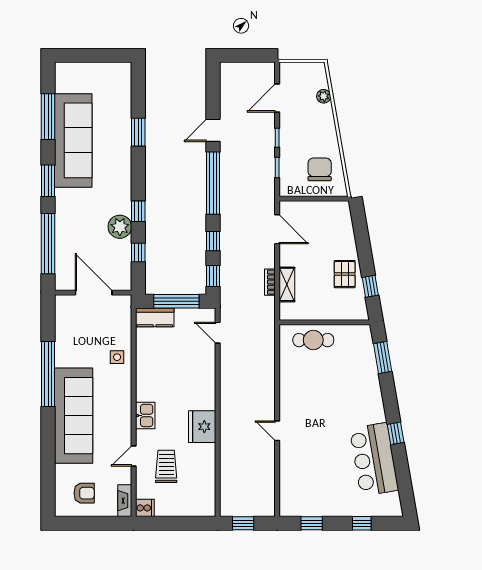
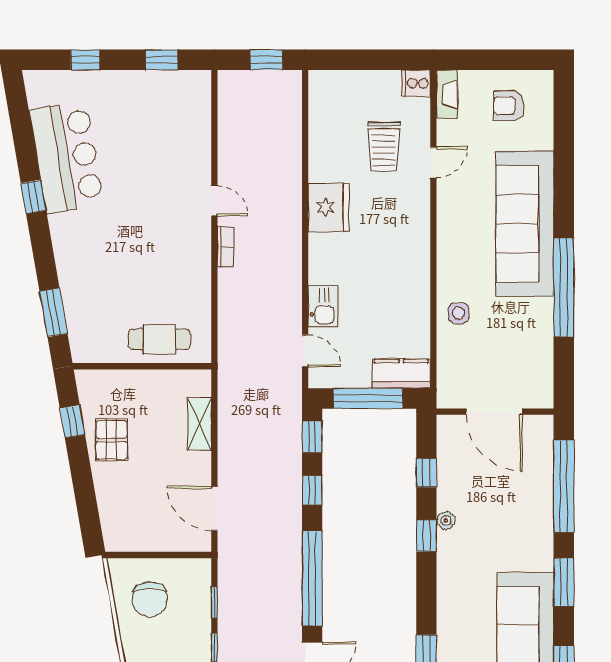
plant: (120, 227) -> (446, 520), width x0.53, depth x0.53
bookcase: (270, 282) -> (226, 247), moved
kitchen sink: (145, 415) -> (323, 306), moved, turned 180

